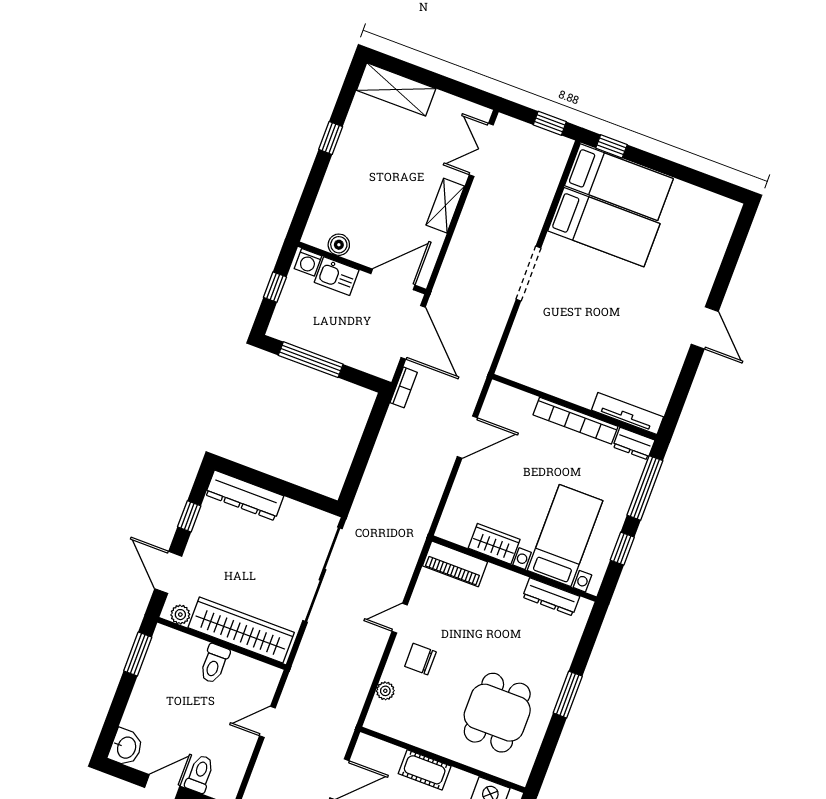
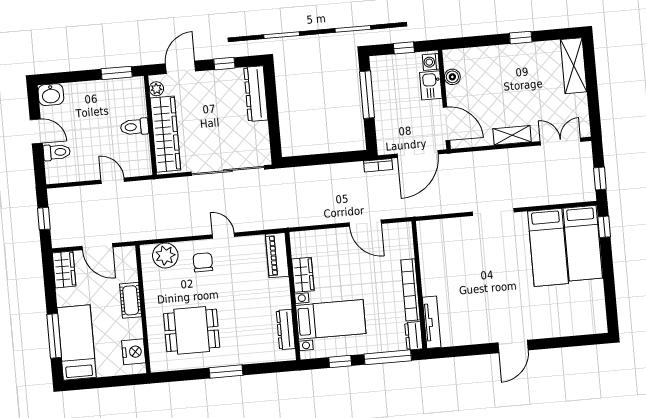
plant: (385, 691) -> (165, 256), width x1.88, depth x1.88

